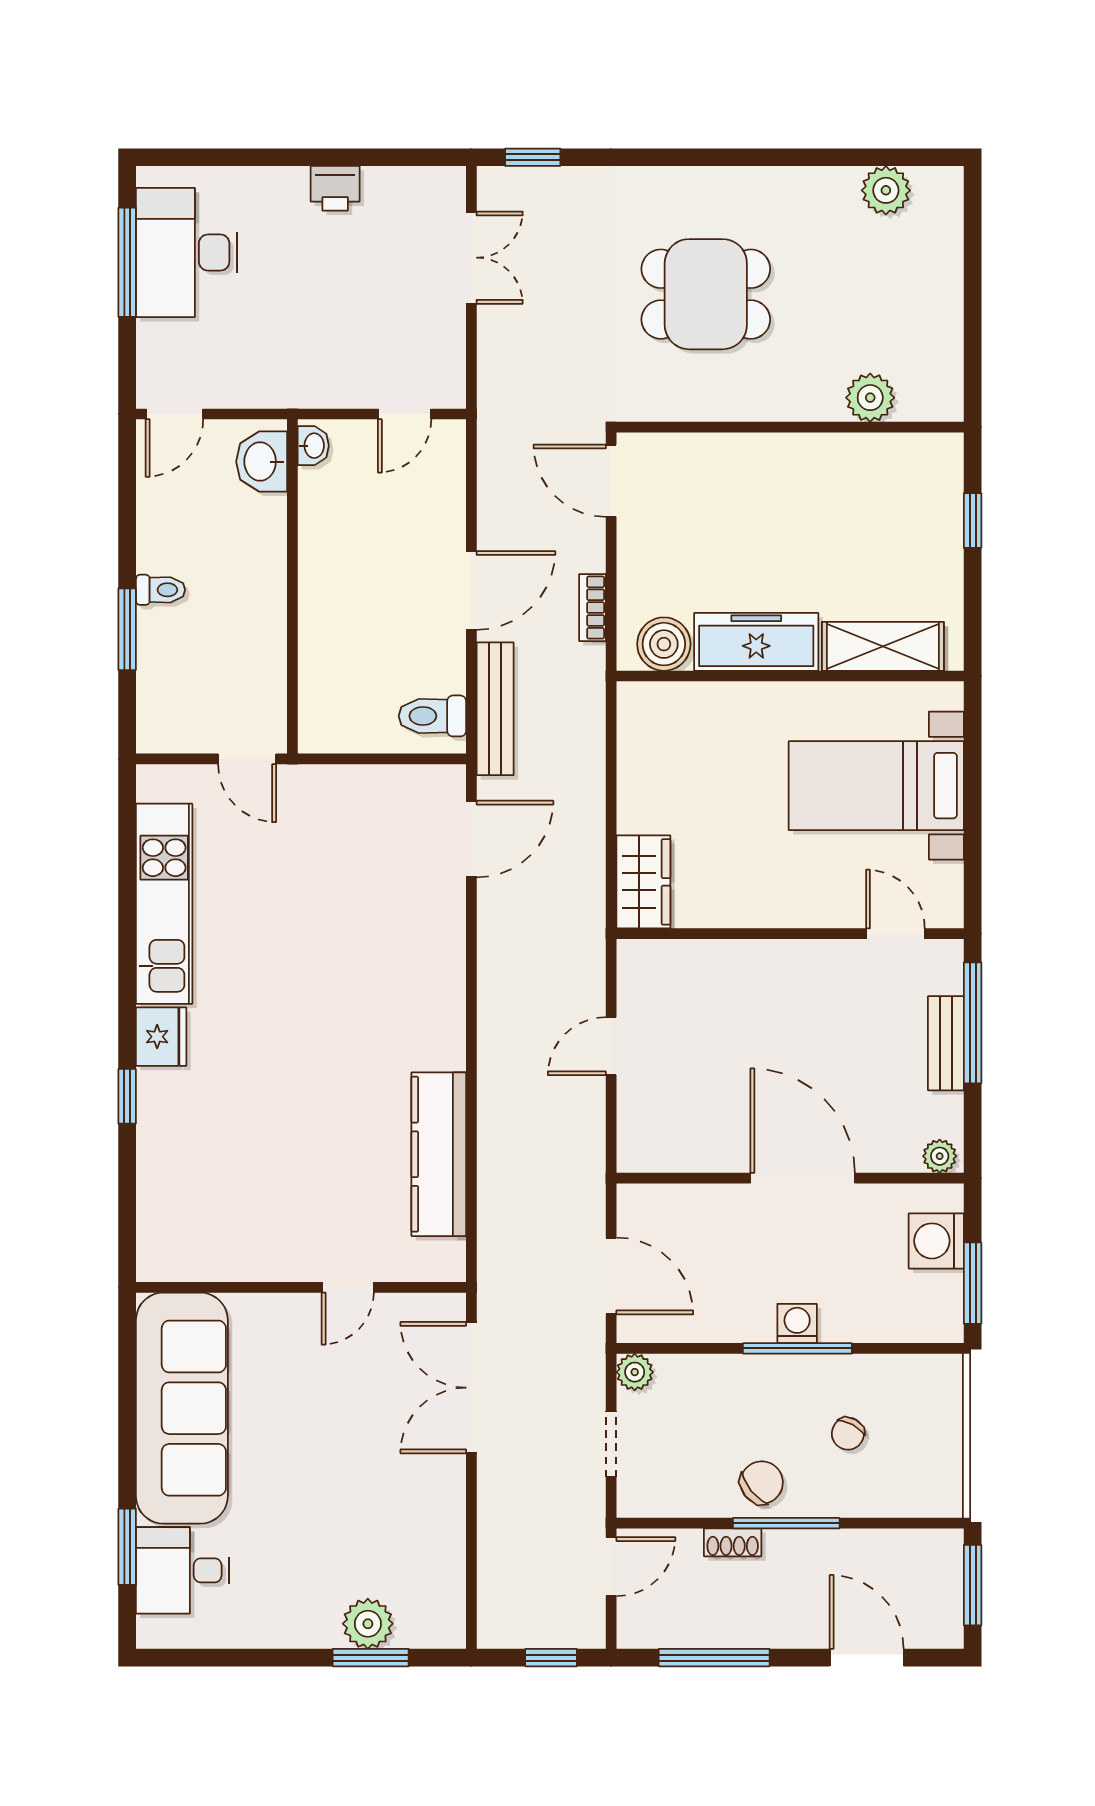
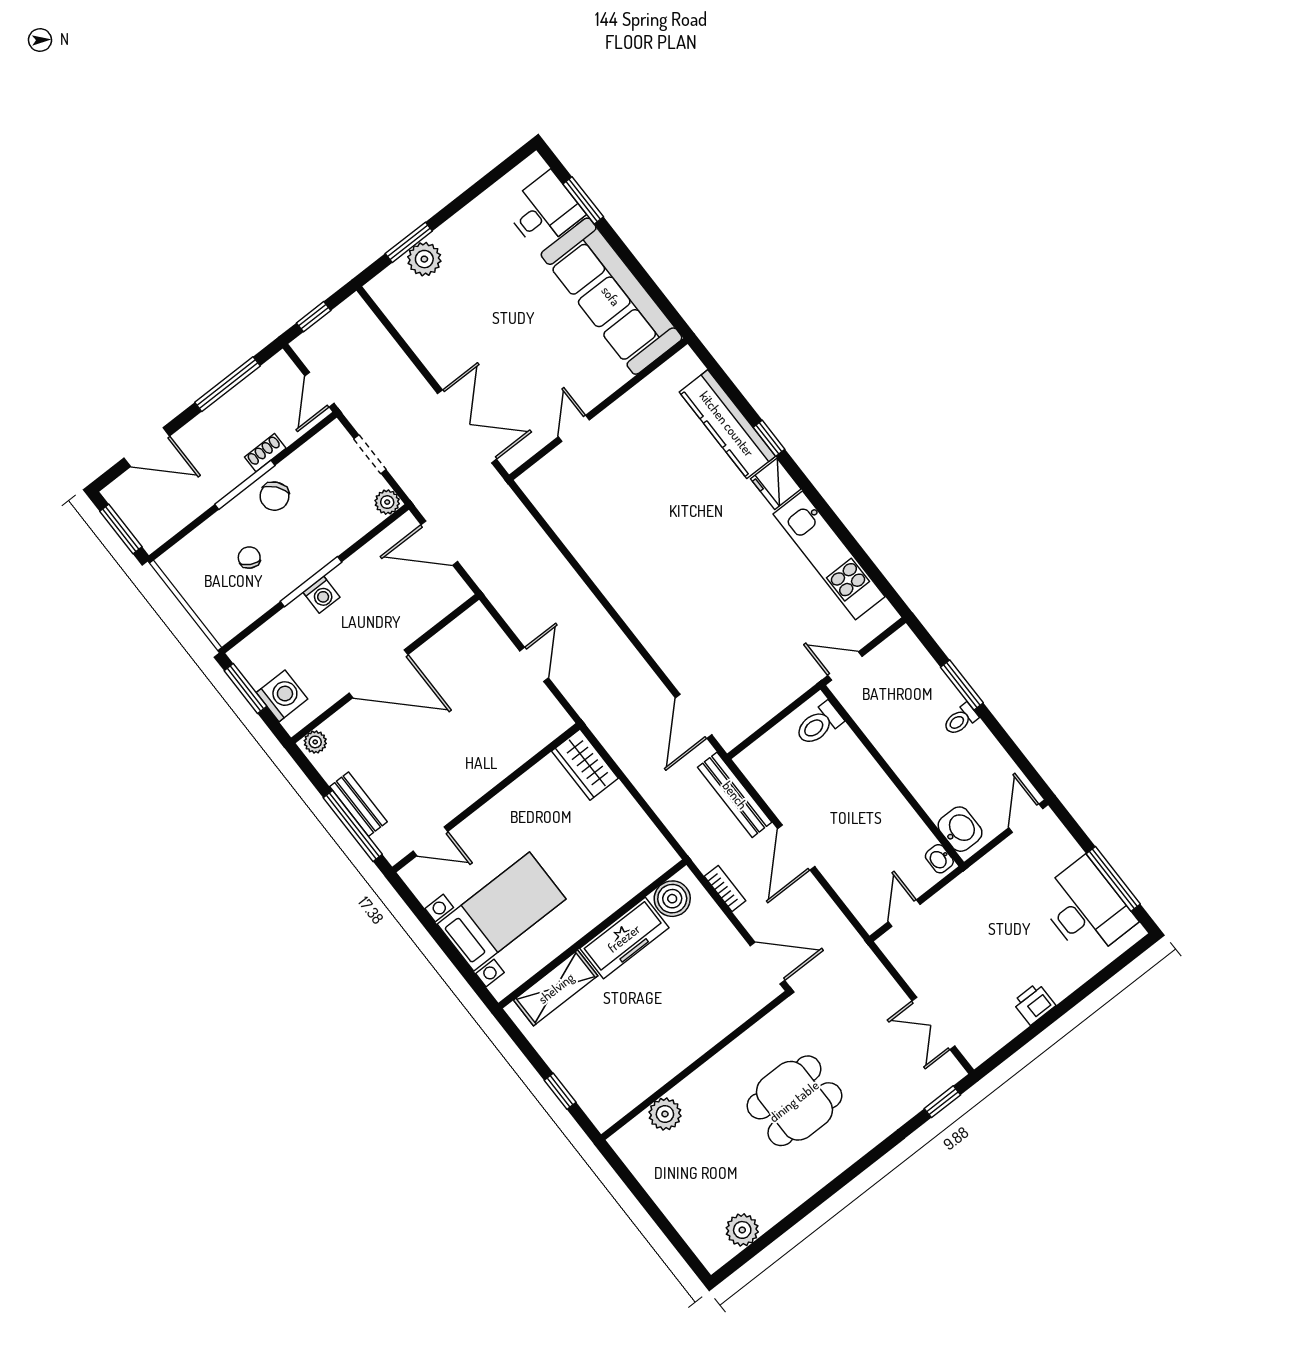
toilet: (432, 716) -> (819, 724), moved, turned 180
kitchen counter: (439, 1154) -> (727, 424), moved, turned 180

